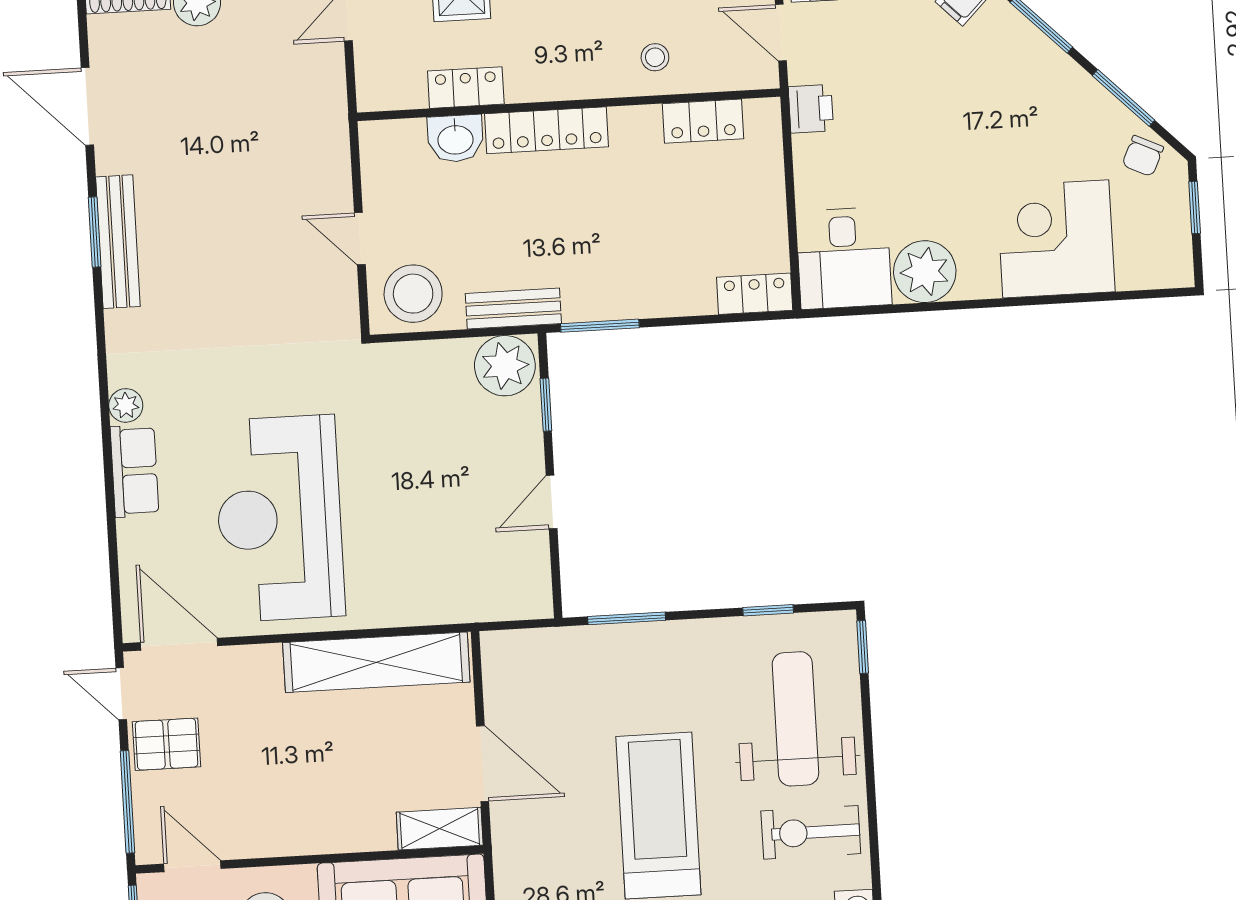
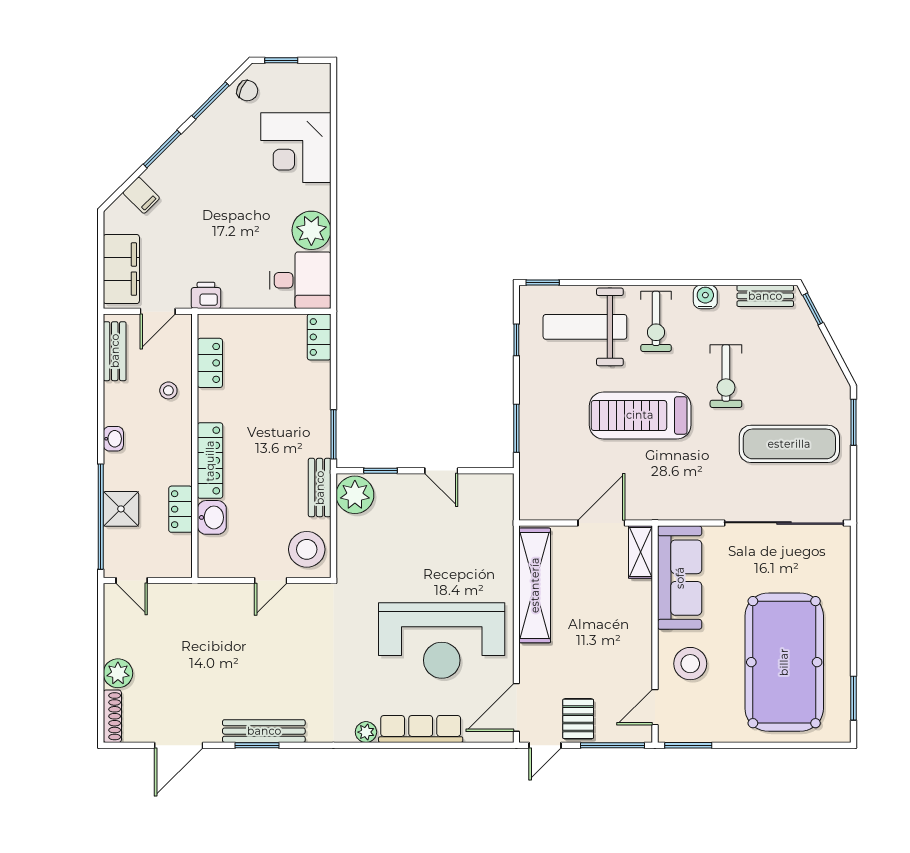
row of seats: (134, 471) -> (421, 729), width x1.48

